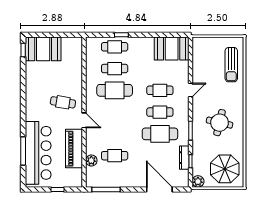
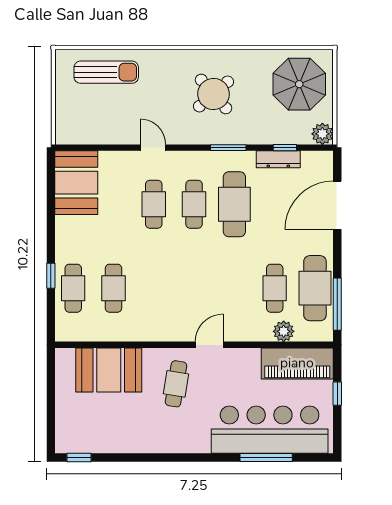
booth: (43, 49) -> (109, 370), moved, turned 90
cafe table: (115, 90) -> (315, 288), moved
round table: (220, 123) -> (213, 94), turned 36
piano: (74, 149) -> (297, 363), moved

